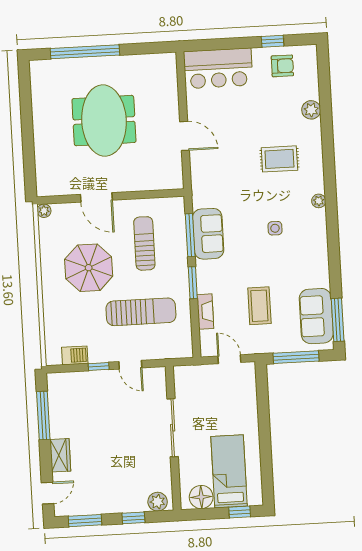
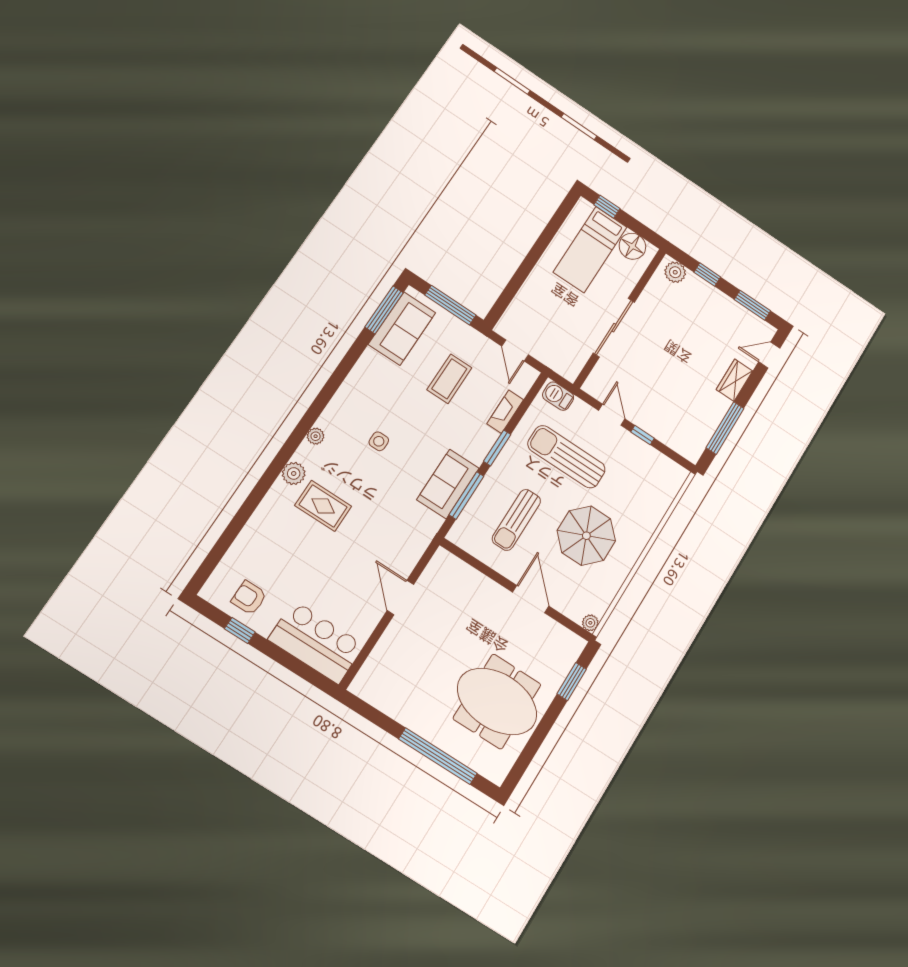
plant: (311, 110) -> (294, 473), moved
meeting table: (104, 121) -> (497, 701), moved, turned 90
window: (29, 163) -> (572, 682), added
barbecue: (75, 355) -> (558, 396), moved

